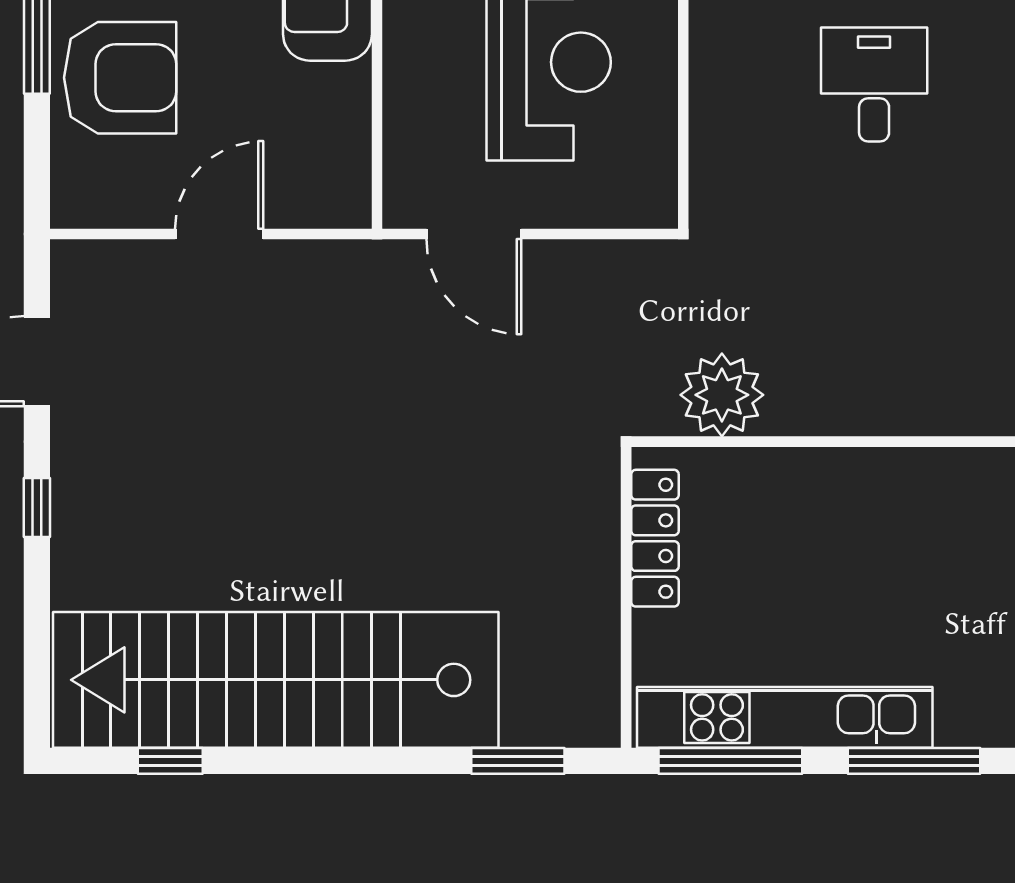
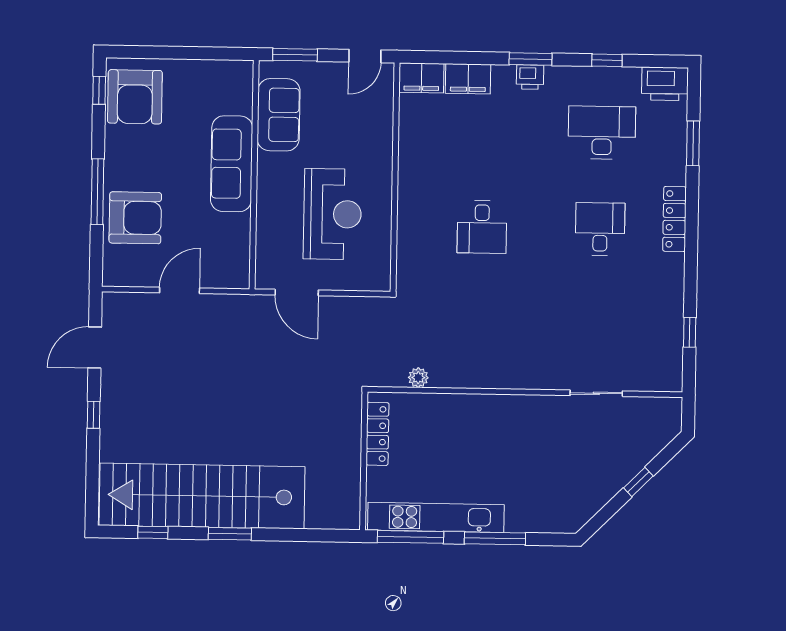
desk: (874, 84) -> (482, 227), turned 180
plant: (722, 395) -> (418, 378), width x0.53, depth x0.53
window: (518, 761) -> (230, 534), moved

